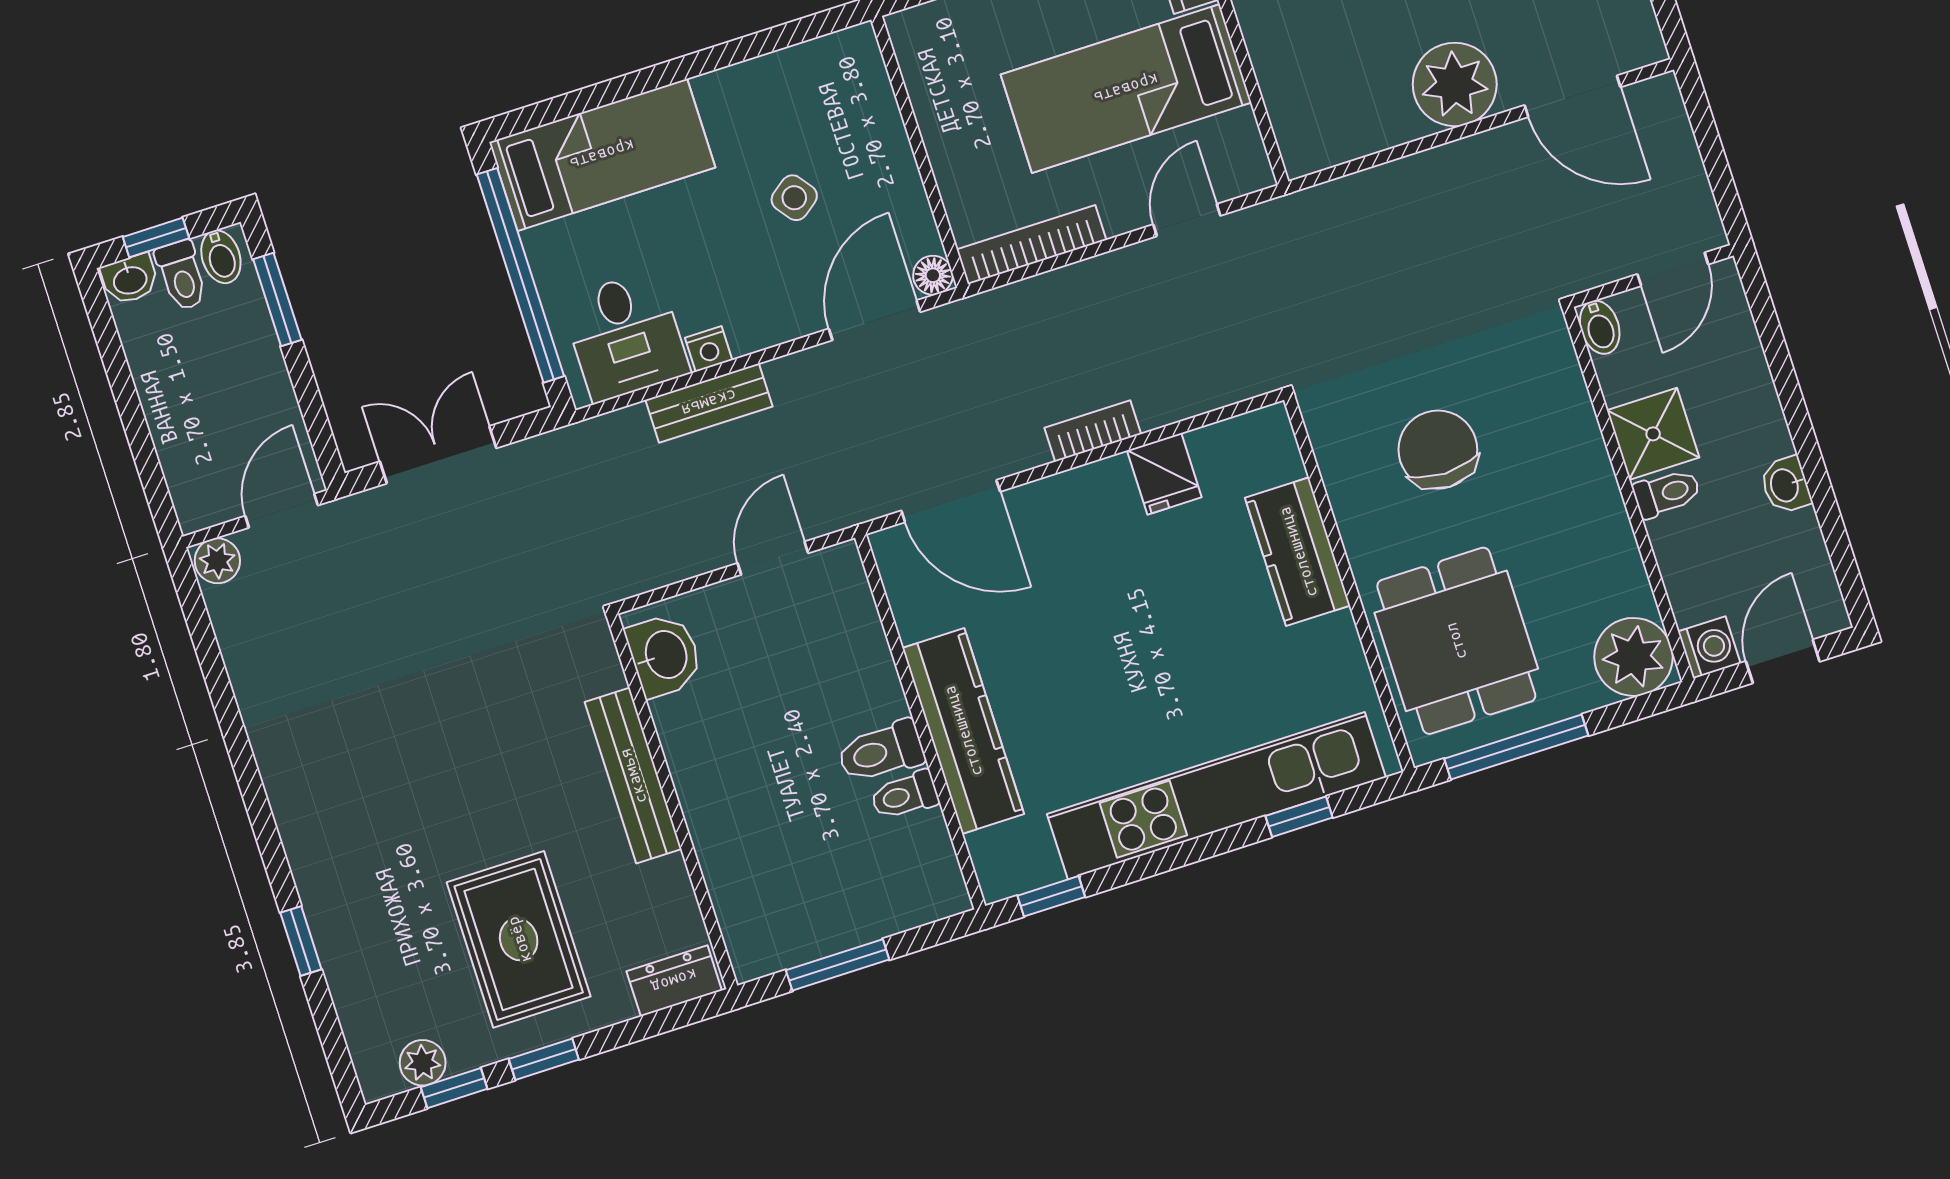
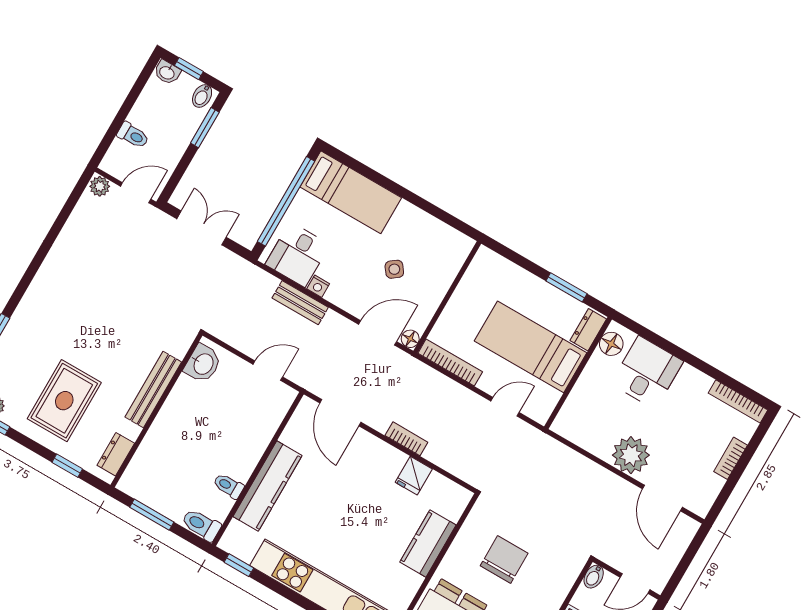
toilet: (182, 275) -> (133, 135), moved, turned -90
toilet: (881, 752) -> (201, 525), moved
dresser: (674, 981) -> (116, 454), moved, turned -90
window: (544, 1059) -> (67, 466), moved

